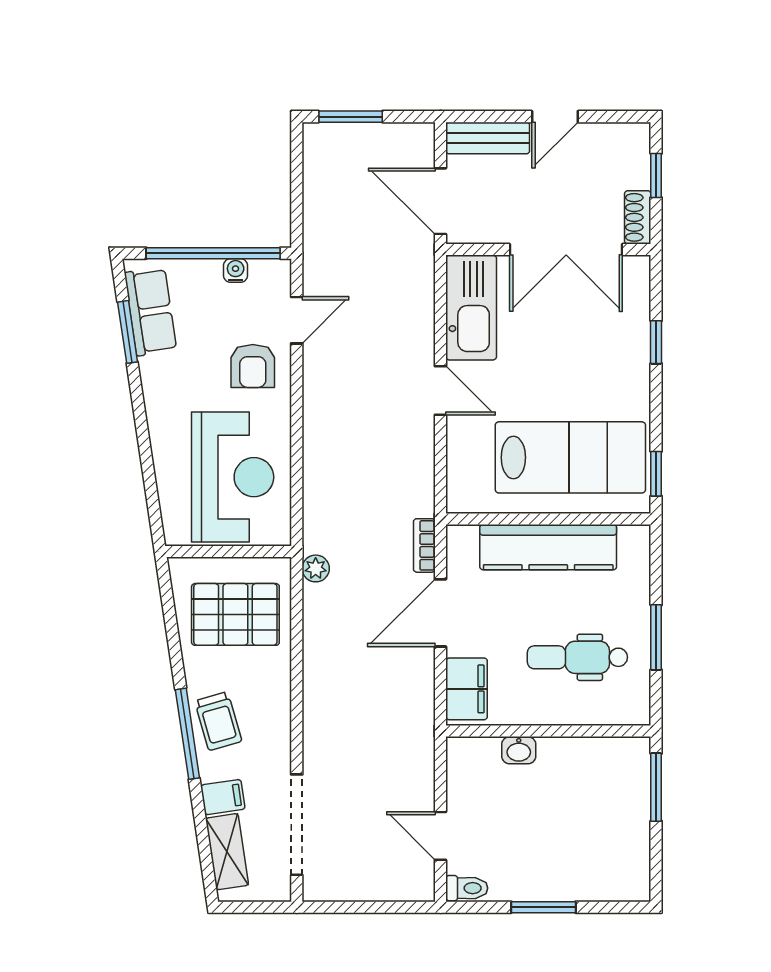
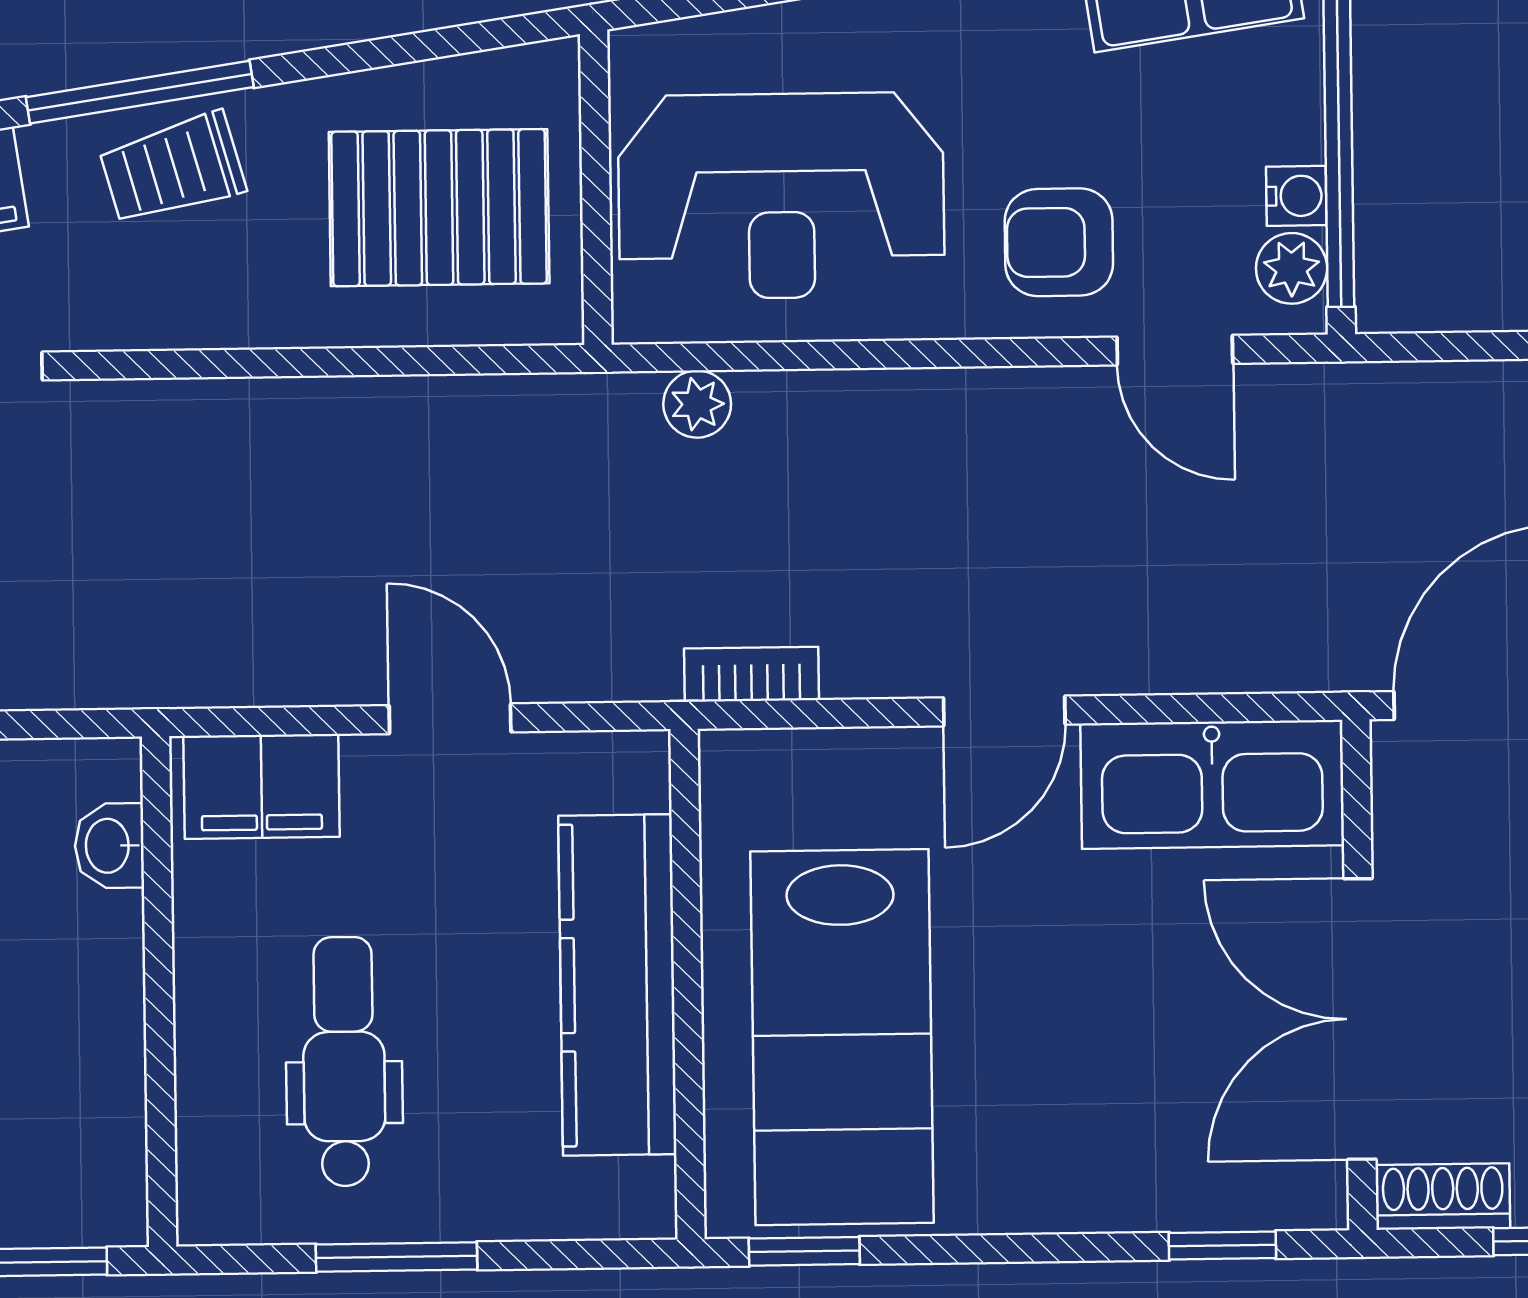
plant: (265, 273) -> (1292, 268), added
window: (656, 342) -> (1222, 1245), moved
bookcase: (424, 545) -> (751, 674), moved
plant: (316, 568) -> (697, 404), moved
door: (440, 613) -> (450, 719), width x0.73
pallet: (235, 614) -> (439, 208), turned 90
washbasin: (519, 750) -> (109, 846), moved

